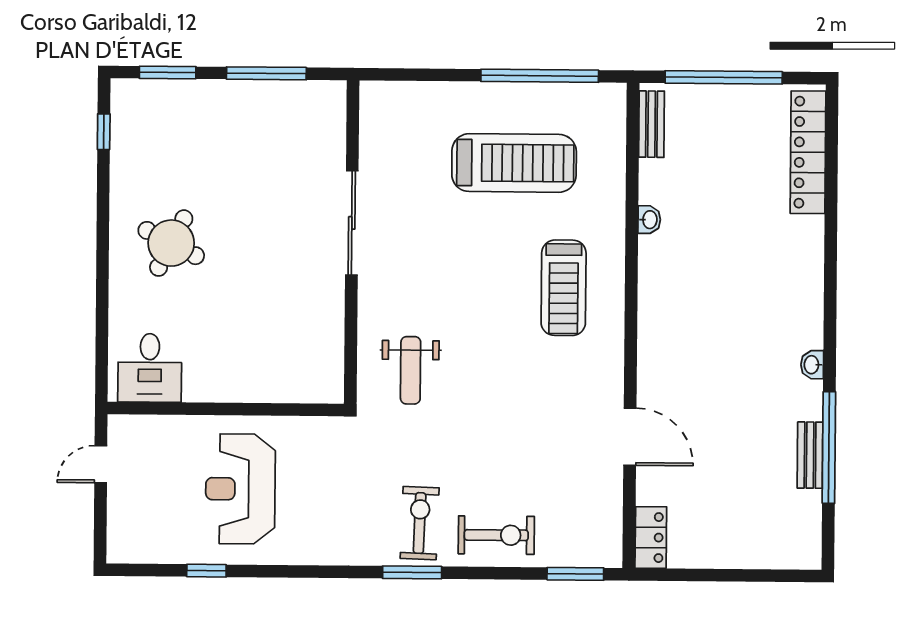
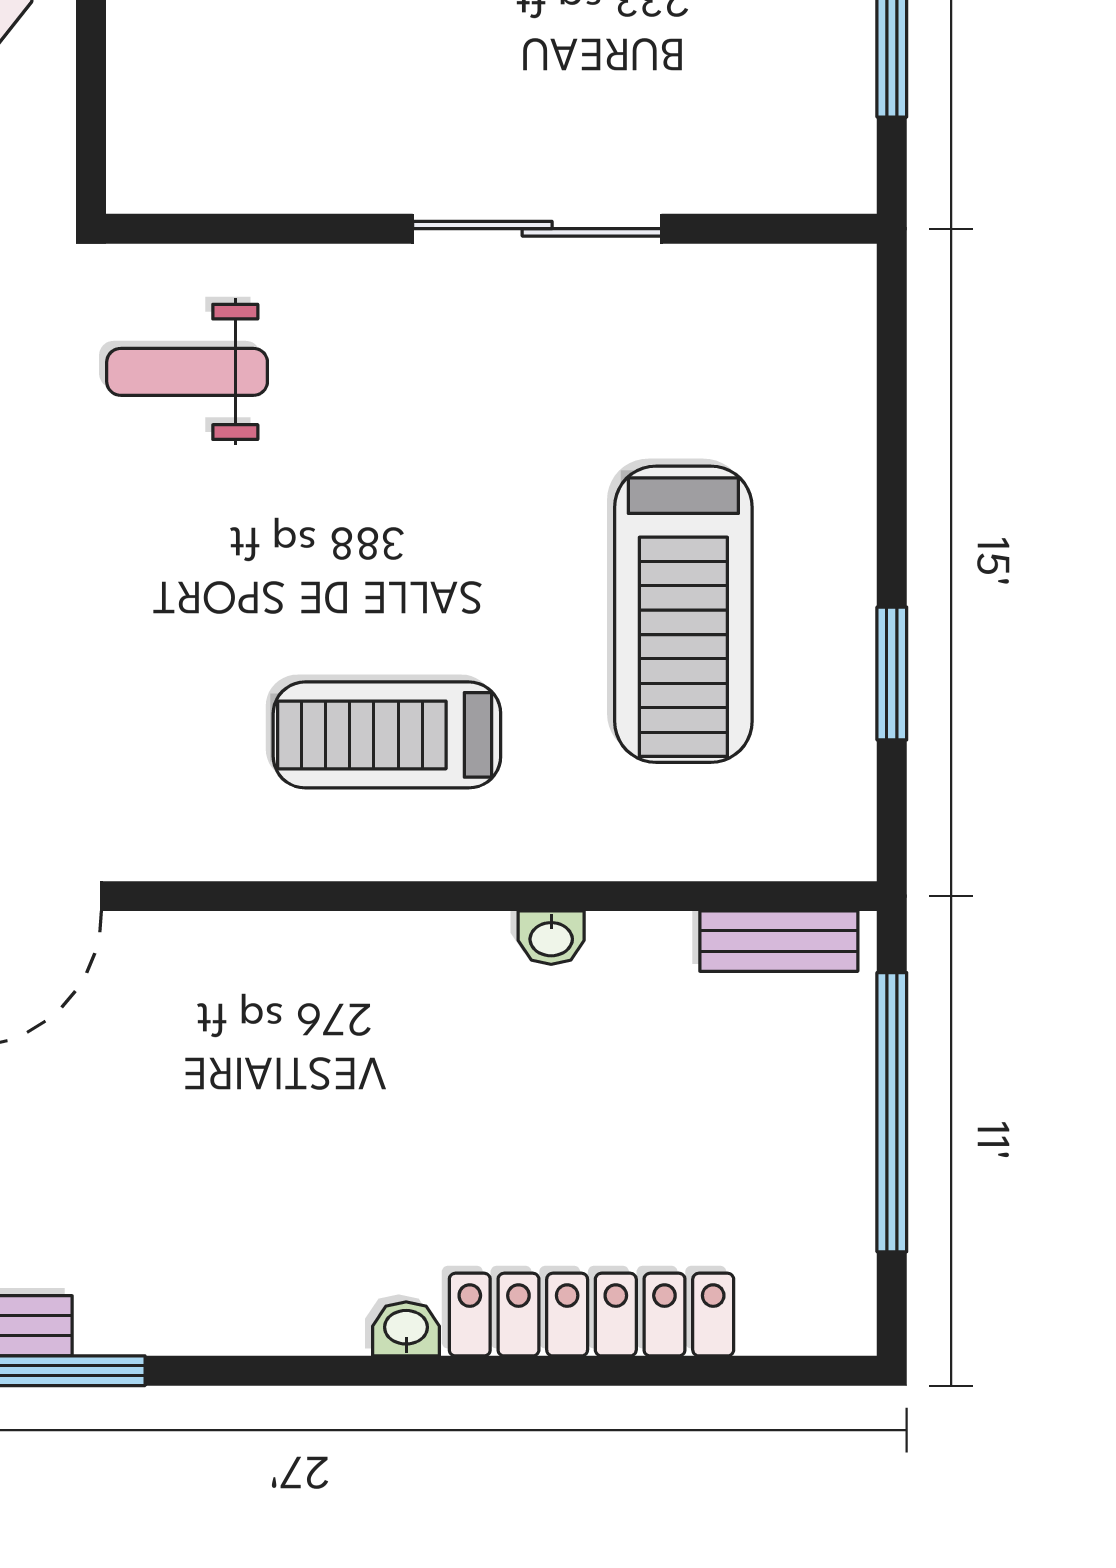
window: (540, 76) -> (892, 673), width x0.47
locker: (808, 152) -> (591, 1315), moved
washbasin: (812, 365) -> (406, 1329), moved

